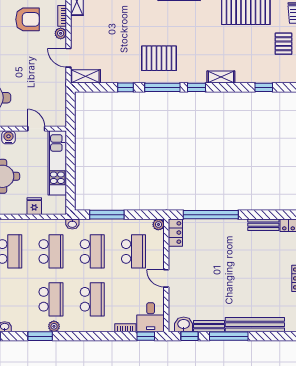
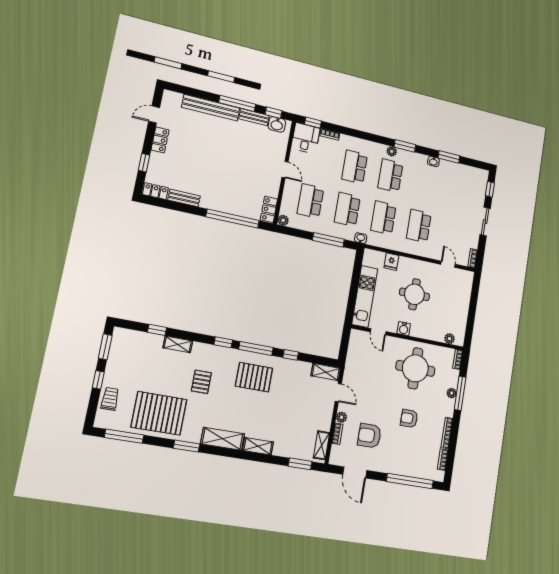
pallet: (283, 44) -> (201, 382), moved
shelving: (221, 77) -> (178, 344), moved

